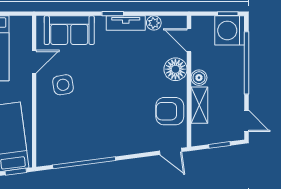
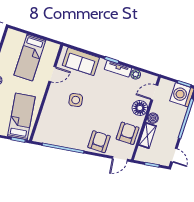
door: (189, 40) -> (154, 93), hinge flipped
side table: (63, 85) -> (76, 100), moved
armchair: (170, 111) -> (128, 133), turned 90
armchair: (133, 137) -> (99, 142), added
door: (171, 151) -> (120, 159), hinge flipped

